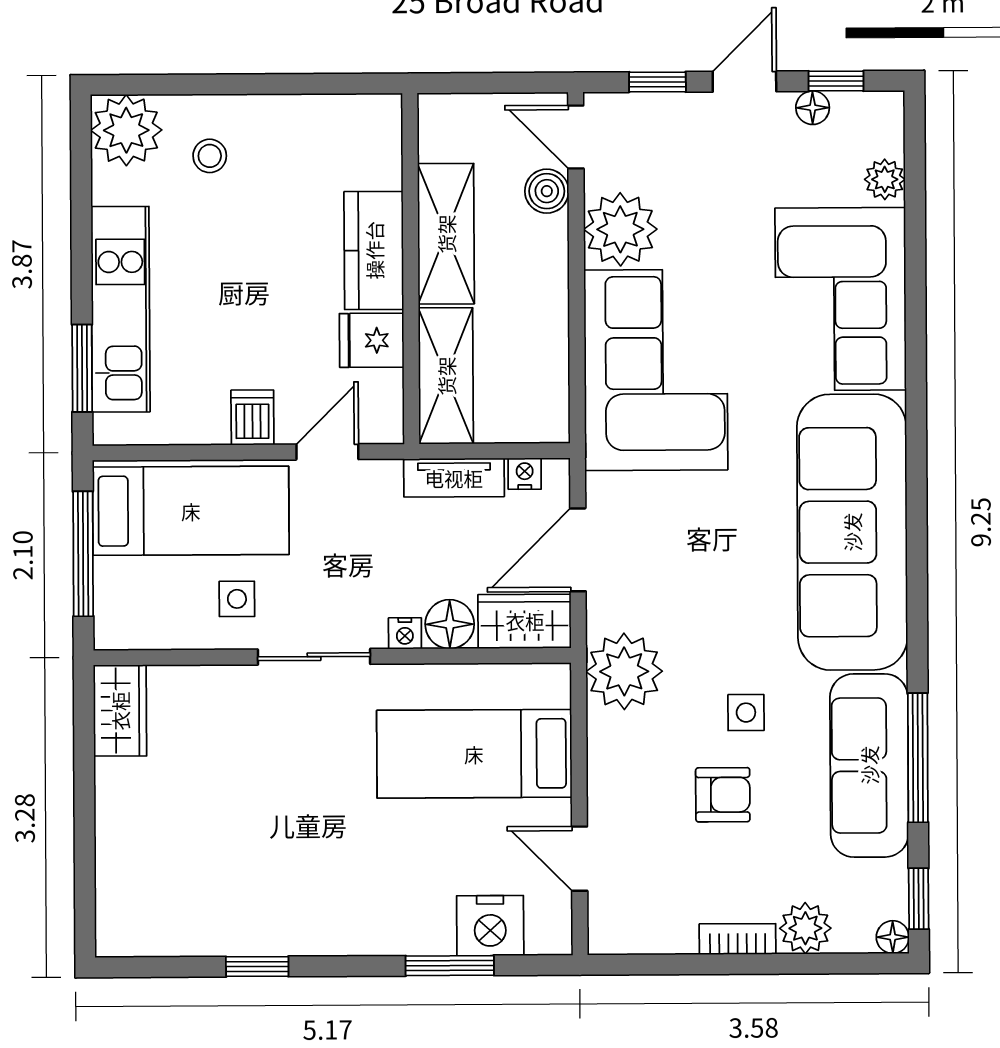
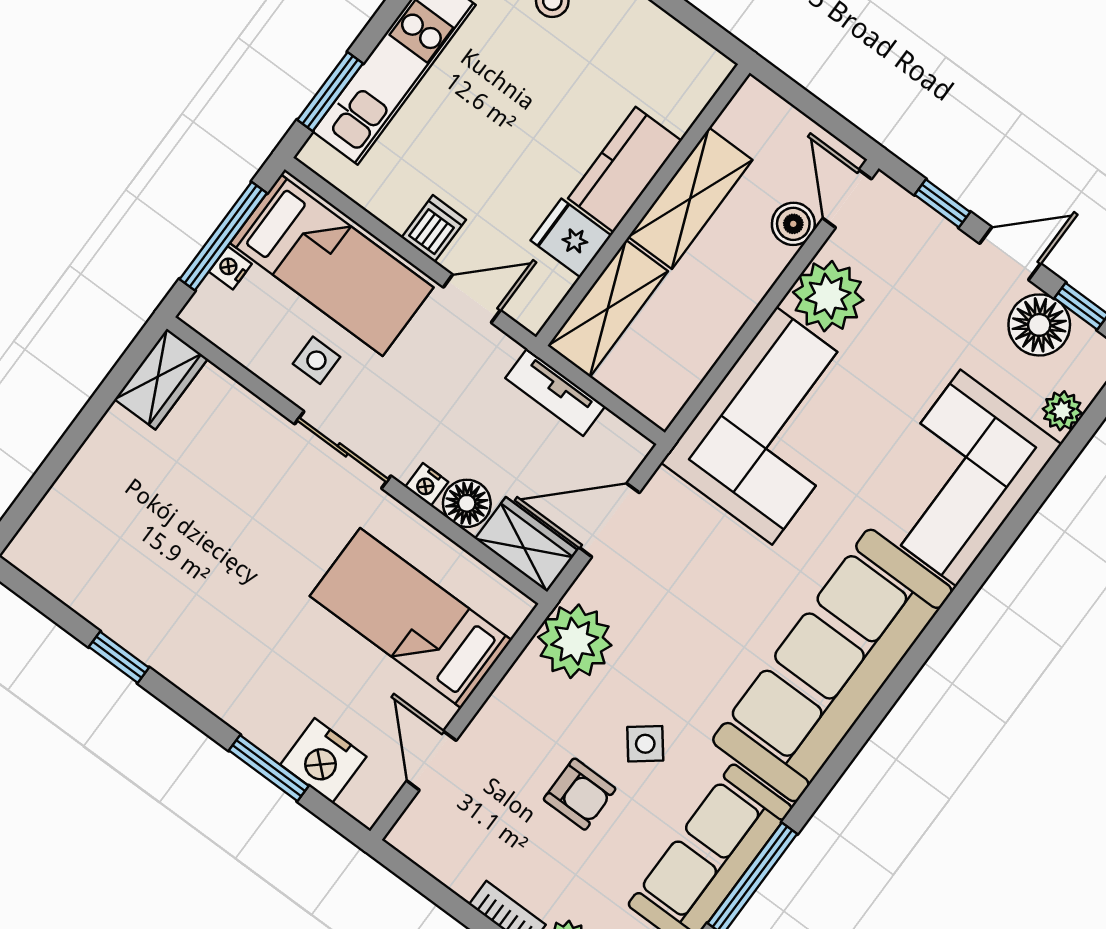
floor lamp: (813, 108) -> (1039, 325), width x1.89, depth x1.89
nightstand: (525, 474) -> (230, 268), moved, turned -90
side table: (746, 713) -> (645, 744), turned -38

